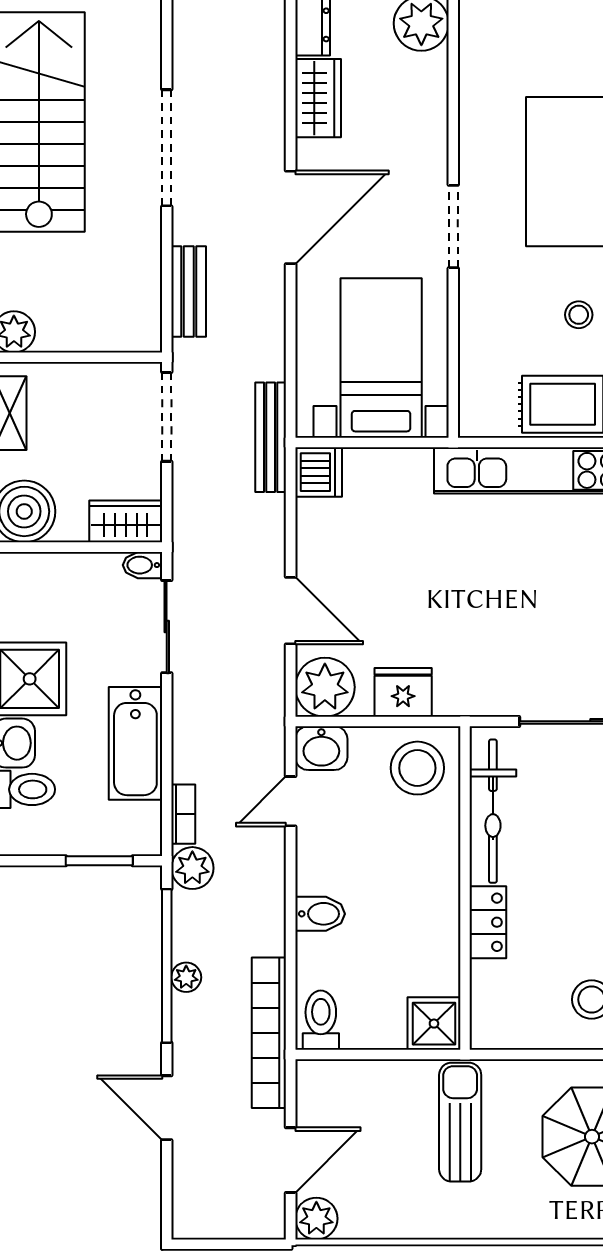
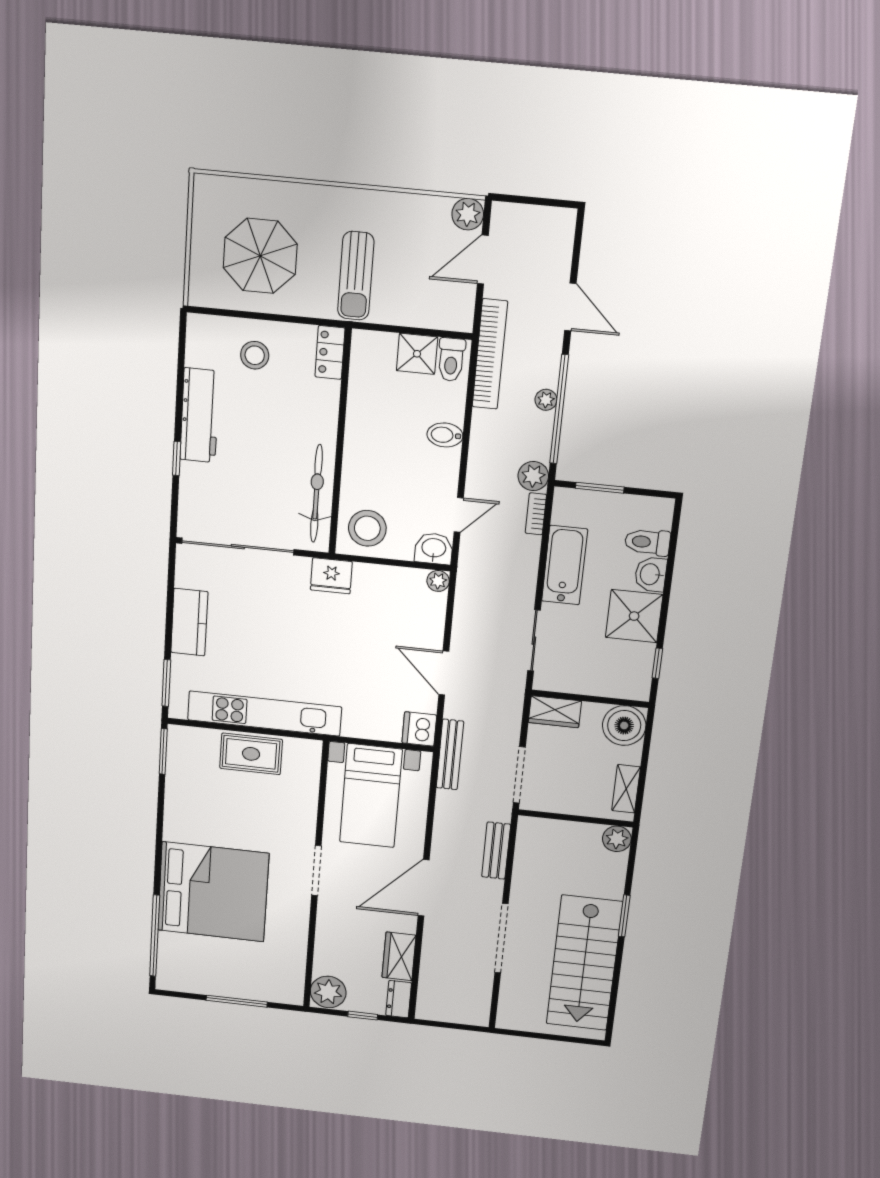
stool: (579, 315) -> (237, 808), removed
bidet: (142, 565) -> (546, 682), removed
door: (291, 611) -> (444, 673), moved
plant: (325, 687) -> (438, 581), width x0.53, depth x0.53
fridge: (403, 692) -> (331, 576), moved
locker: (488, 922) -> (330, 352), moved
shower: (434, 1024) -> (417, 354), moved

